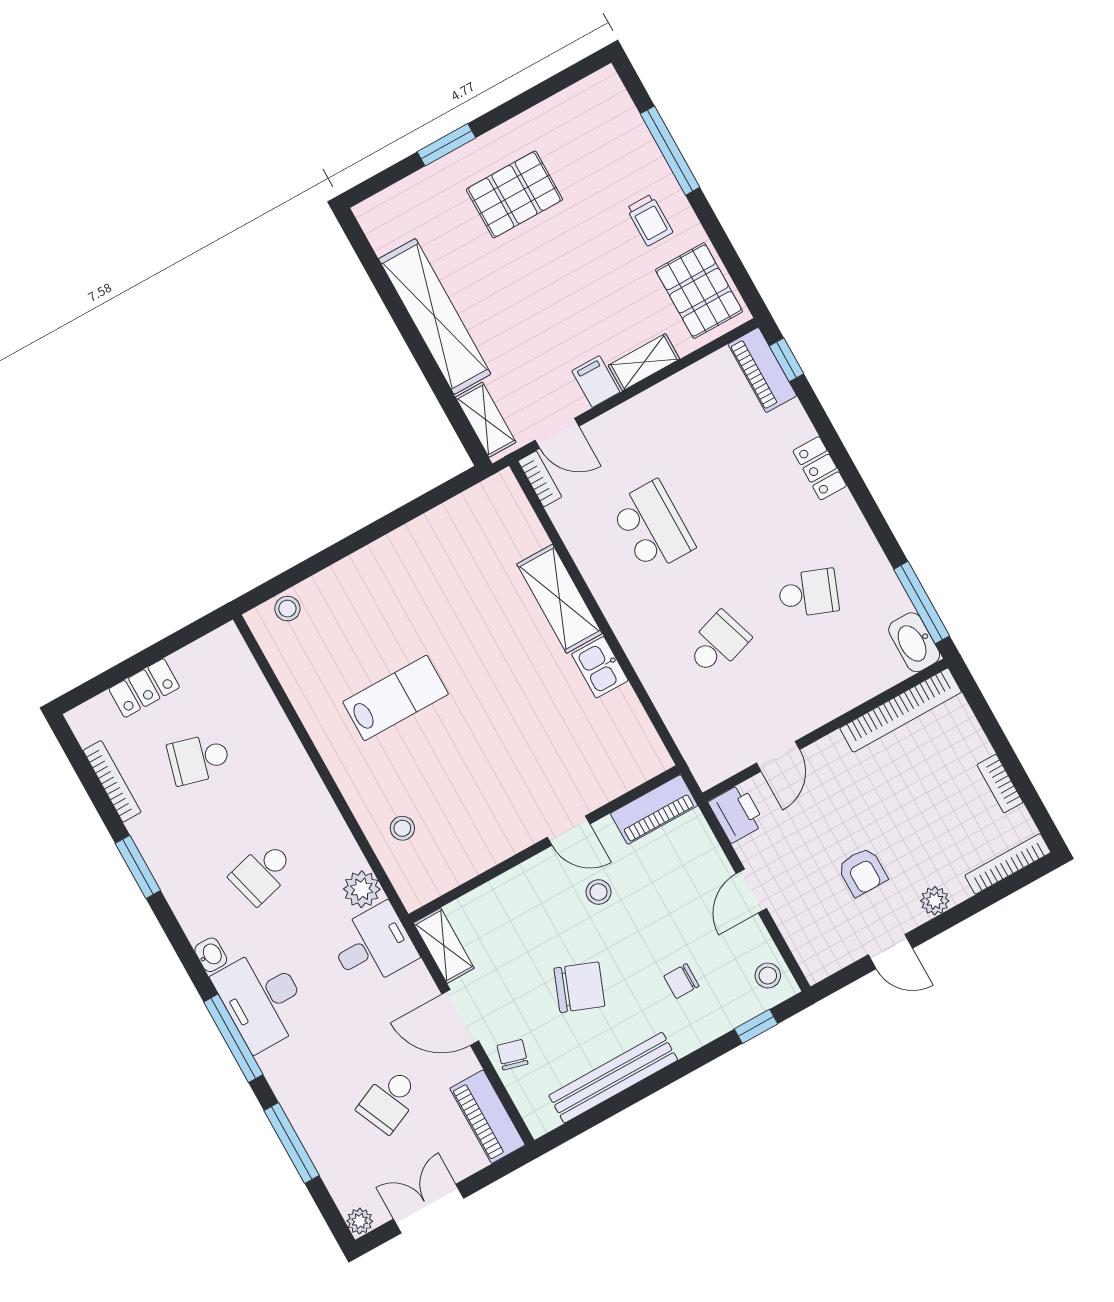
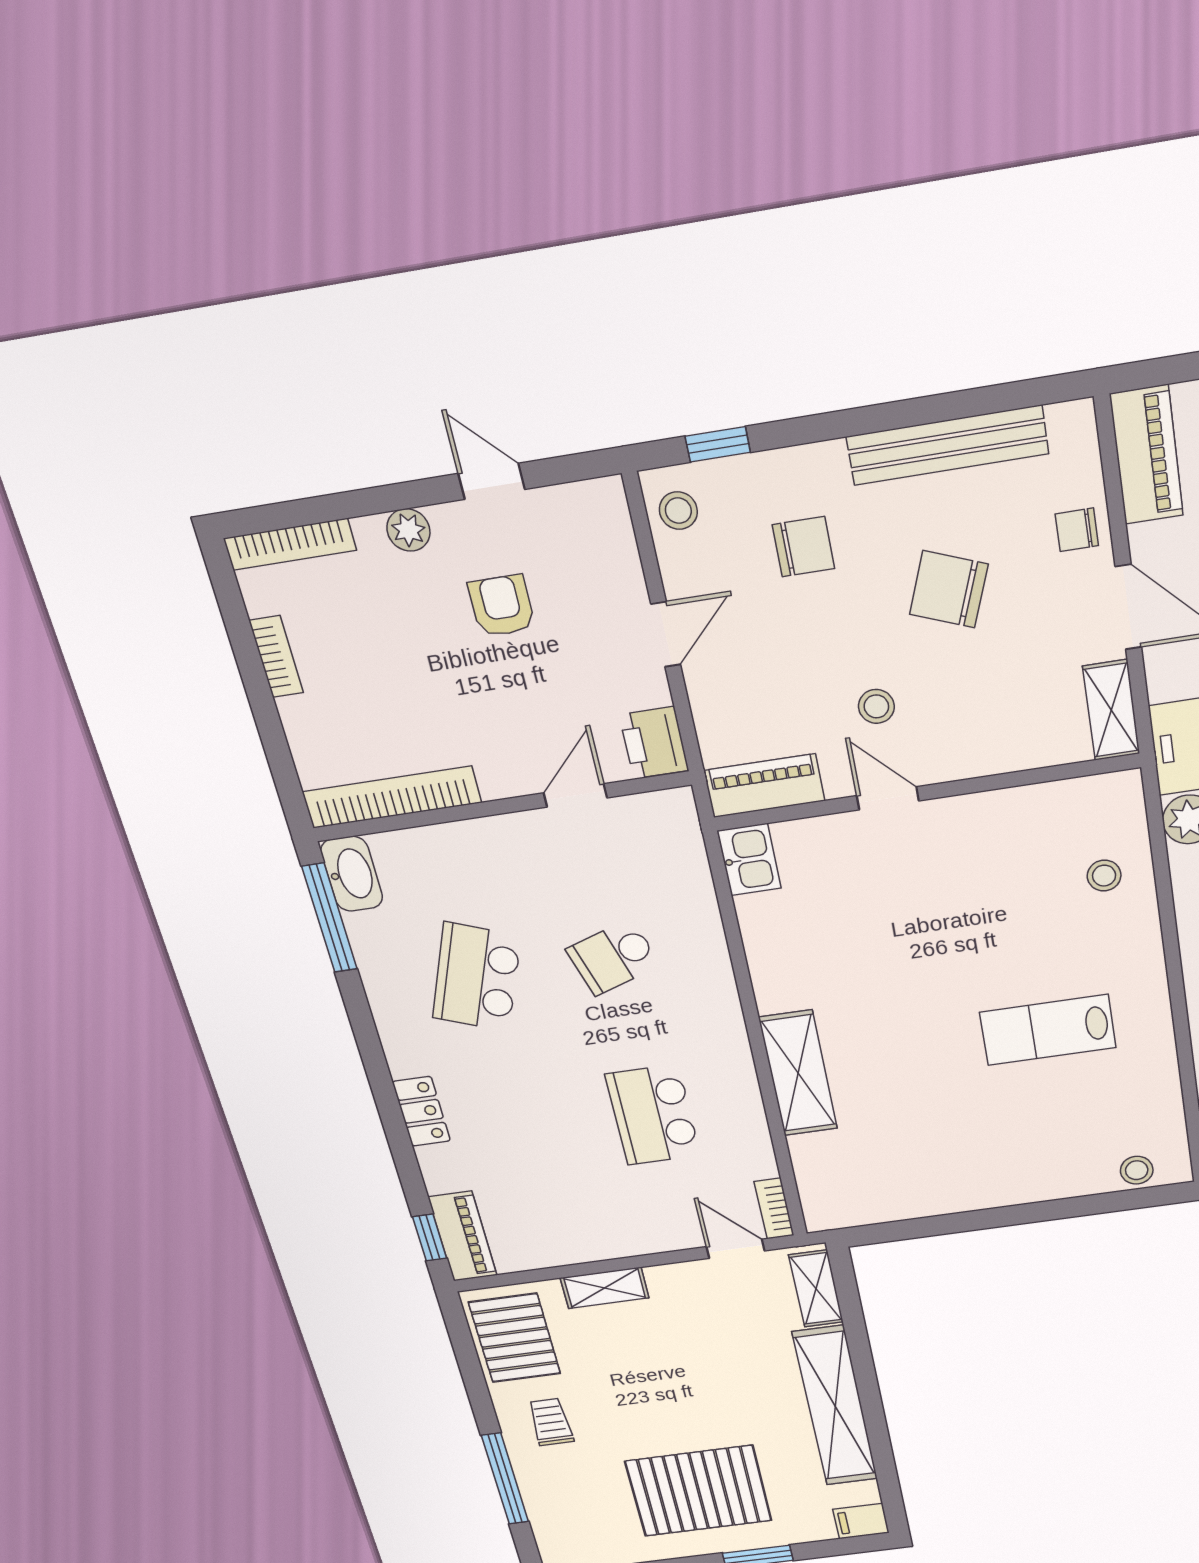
pallet: (514, 194) -> (699, 1491), width x1.37, depth x1.41
filing cabinet: (596, 382) -> (861, 1521), moved, turned 90
school desk: (808, 593) -> (477, 977), width x1.85
kitchen sink: (600, 667) -> (749, 860), moved
chair: (681, 981) -> (803, 547), width x1.37, depth x1.37
chair: (513, 1055) -> (1077, 530), turned 75

